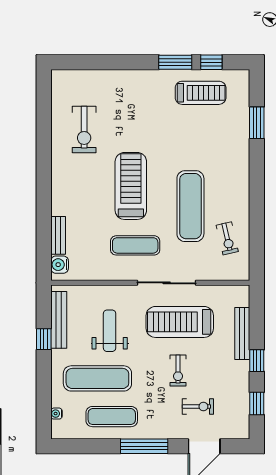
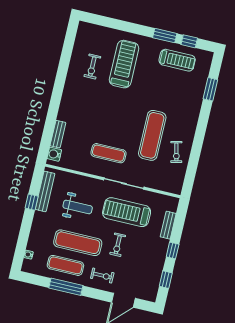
exercise bike: (84, 130) -> (92, 67), width x0.73, depth x0.72
treadmill: (131, 186) -> (124, 64), moved
exercise bike: (227, 238) -> (176, 152), moved
weight bench: (110, 331) -> (78, 207), turned 90
bench: (242, 334) -> (168, 225), width x0.73
exercise mat: (97, 378) -> (78, 243), moved
exercise bike: (198, 407) -> (102, 276), moved
window: (144, 446) -> (66, 287), moved

